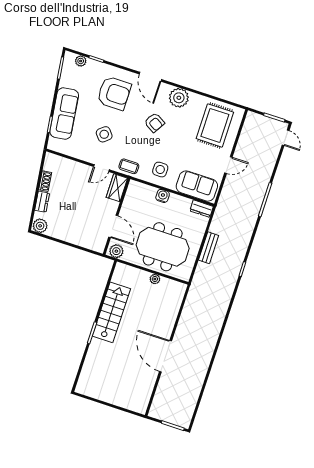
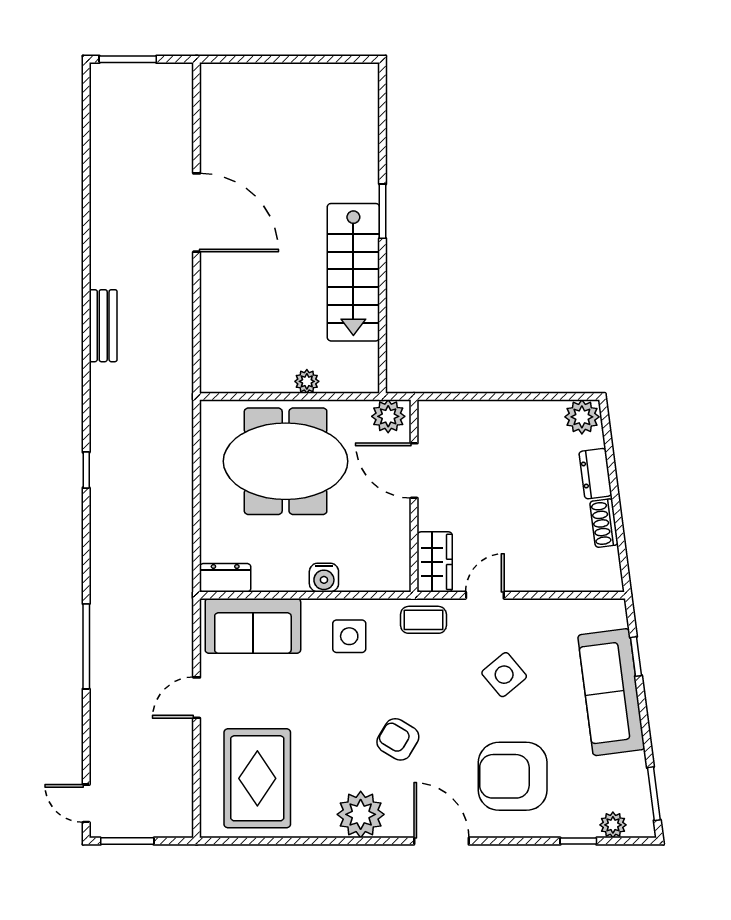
bench: (209, 248) -> (103, 326), moved
plant: (155, 279) -> (307, 381), moved

